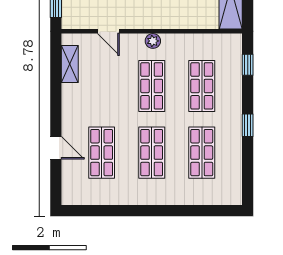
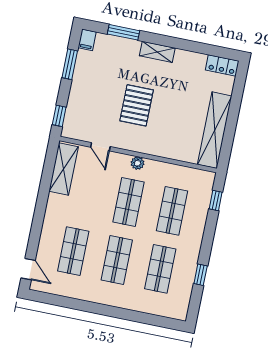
shelving: (70, 64) -> (64, 169), width x1.50, depth x1.33
window: (248, 125) -> (201, 275), moved
door: (56, 148) -> (28, 269), moved

